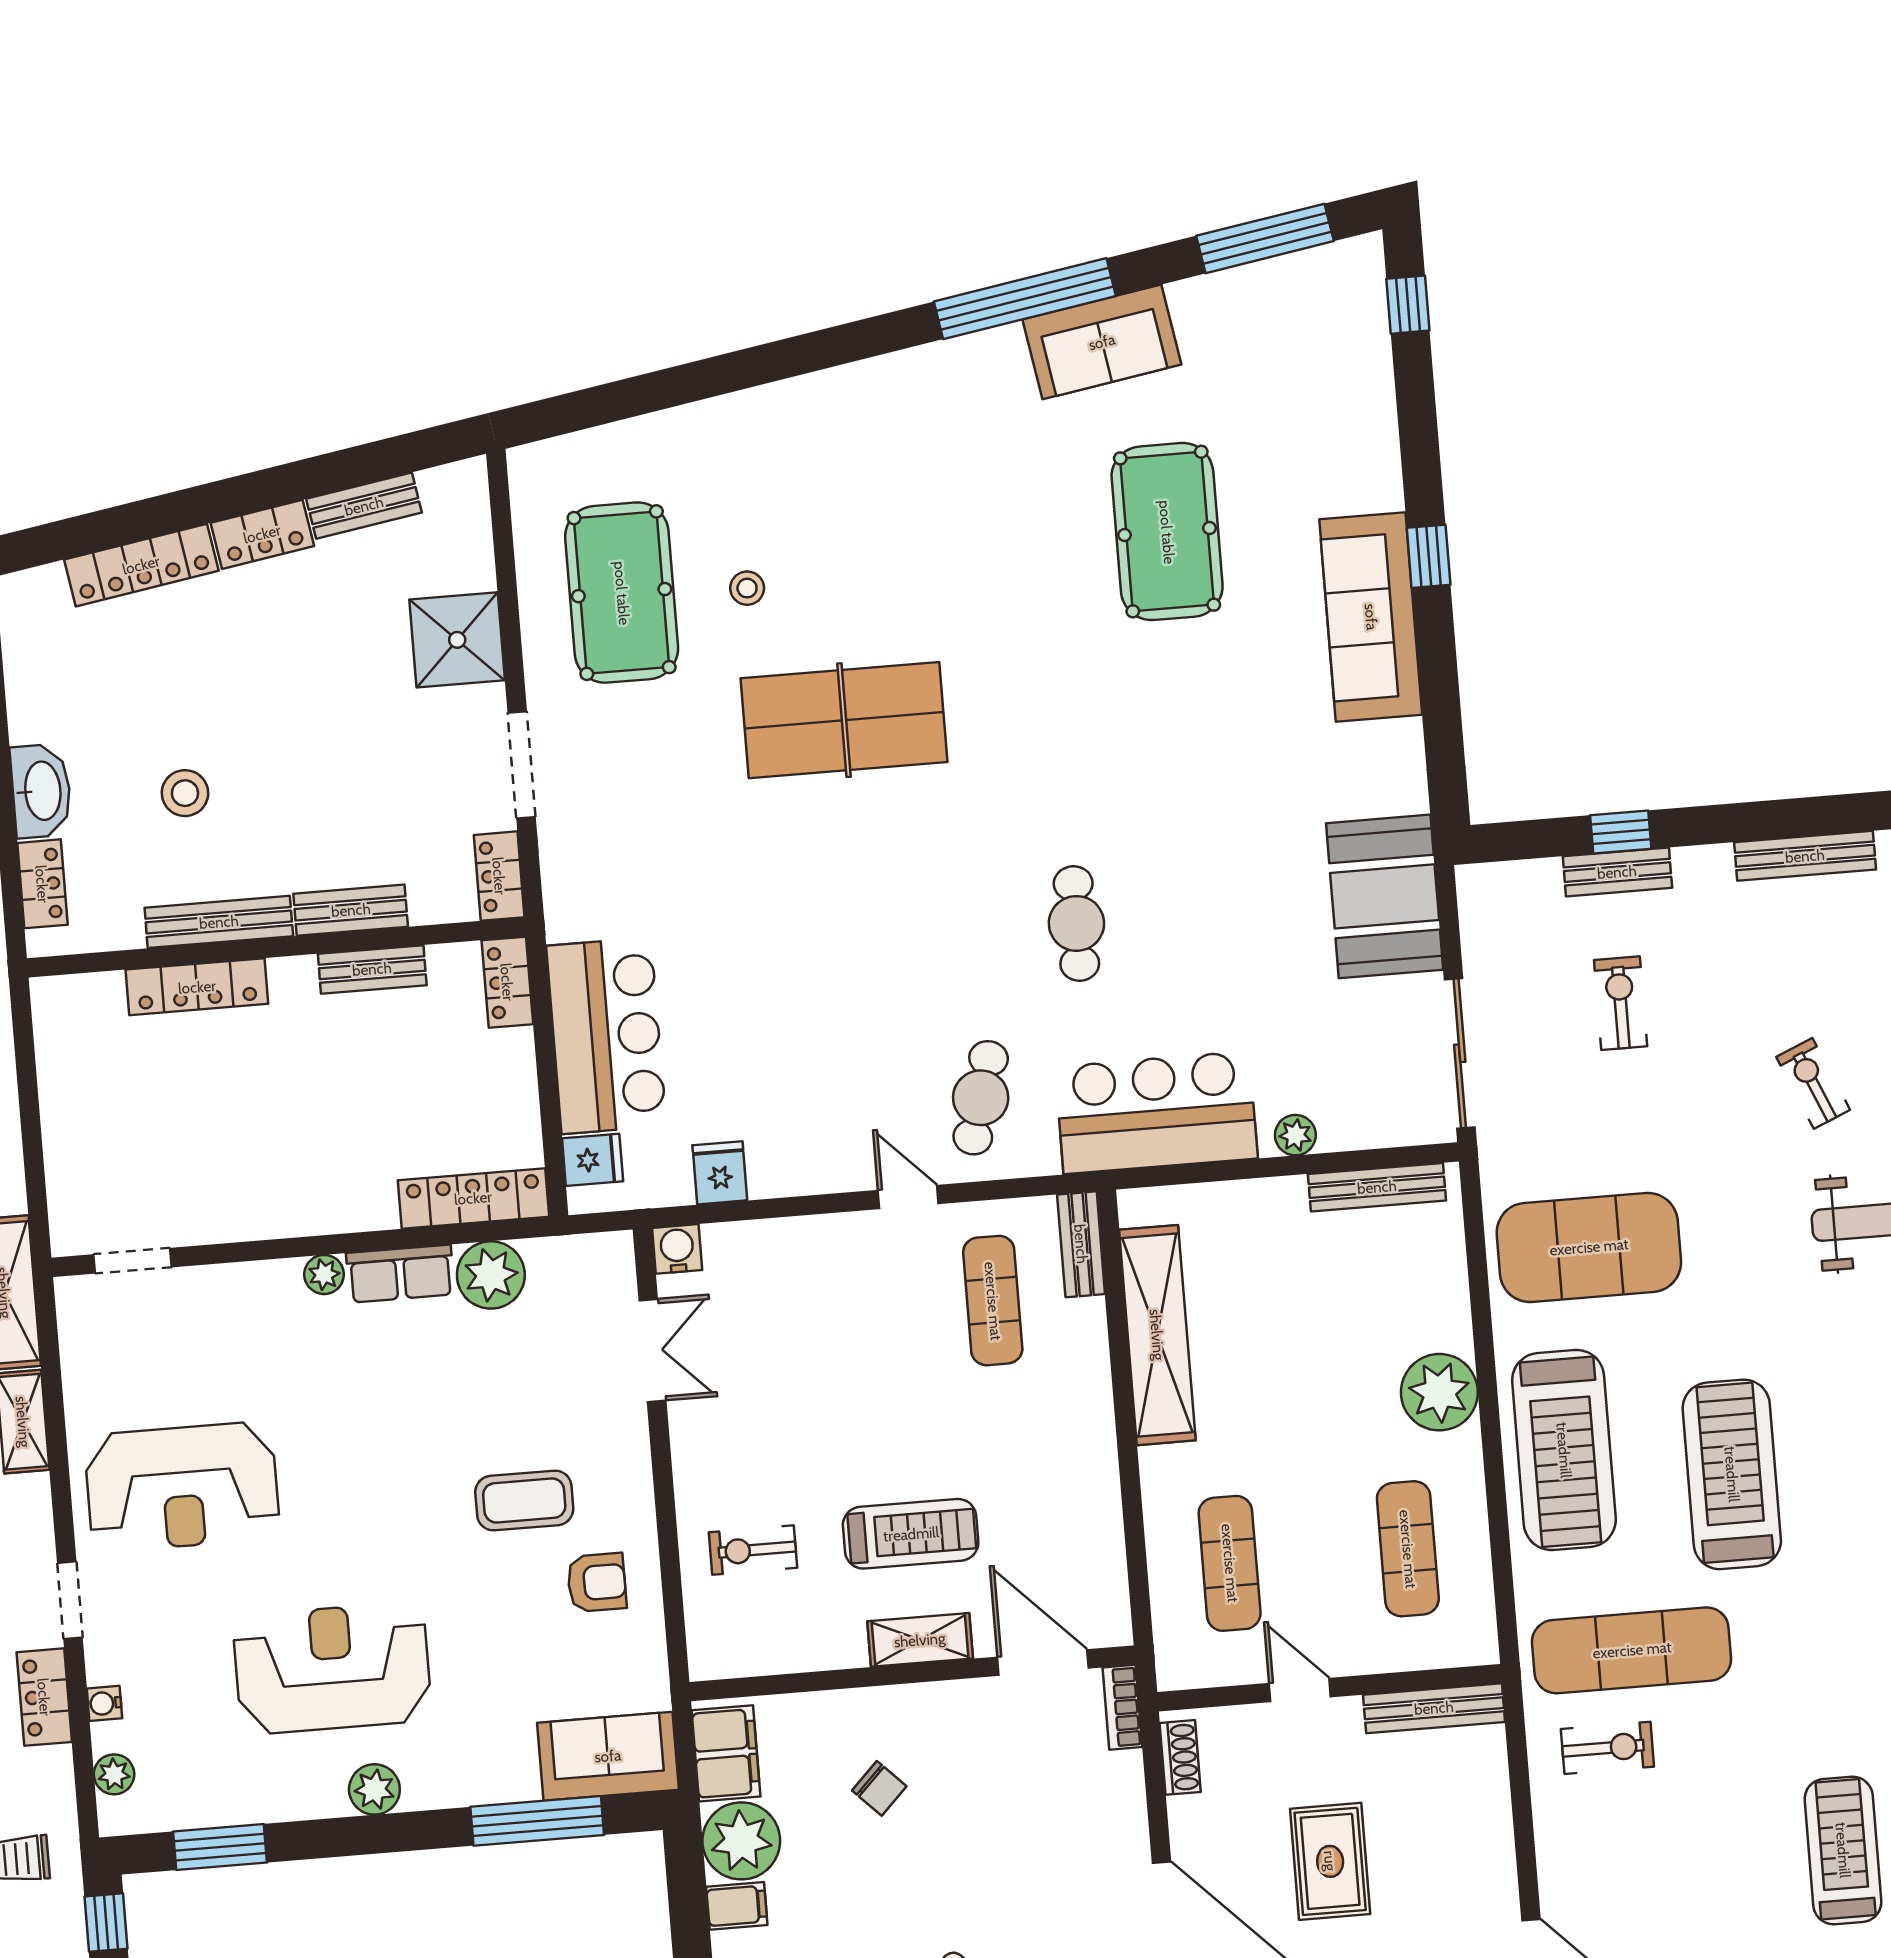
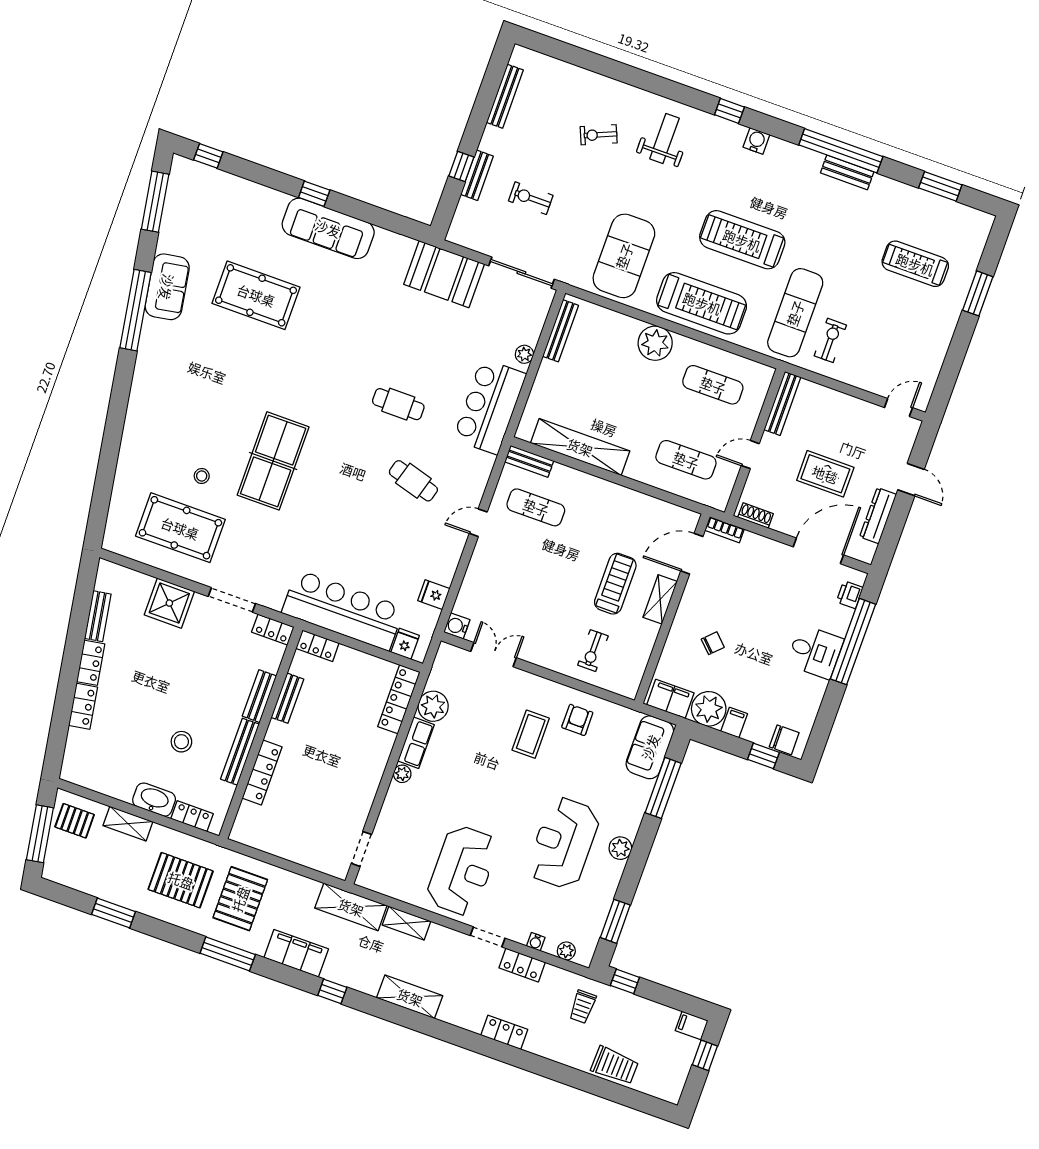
locker: (141, 565) -> (83, 706), width x0.66
bar counter: (606, 1036) -> (343, 610), width x1.36
cafe table: (981, 1098) -> (413, 481), moved

